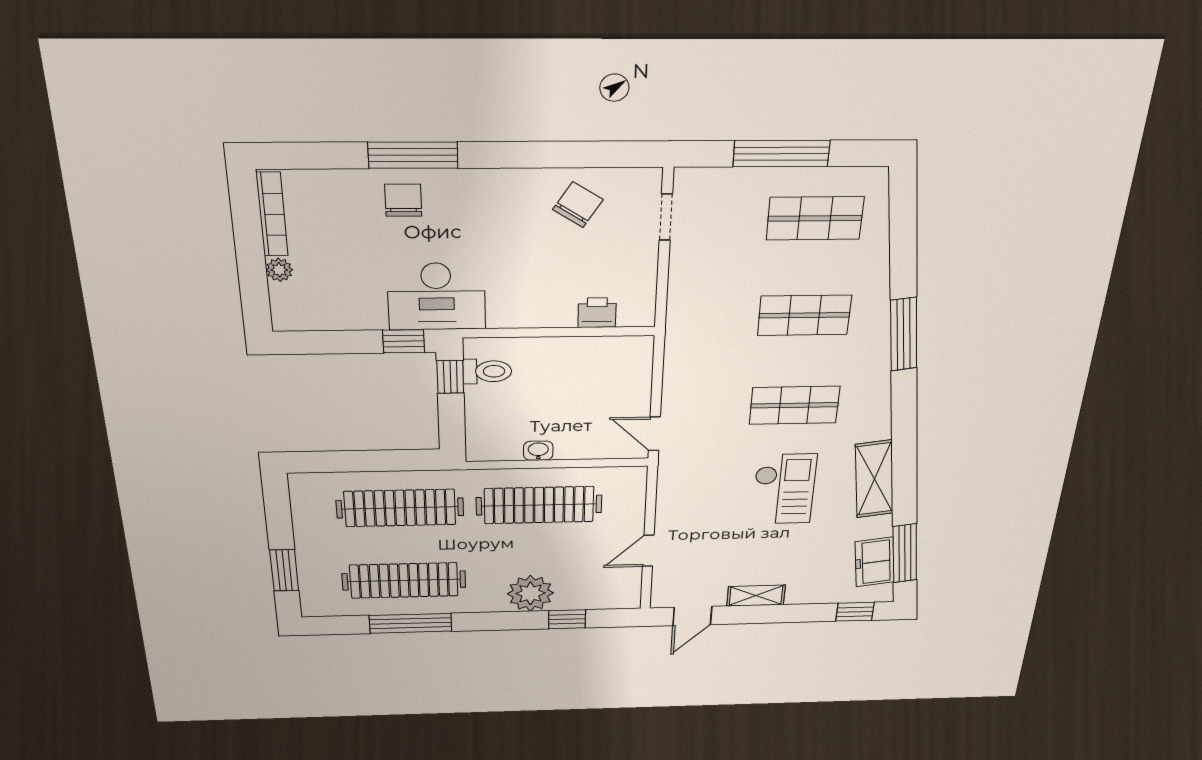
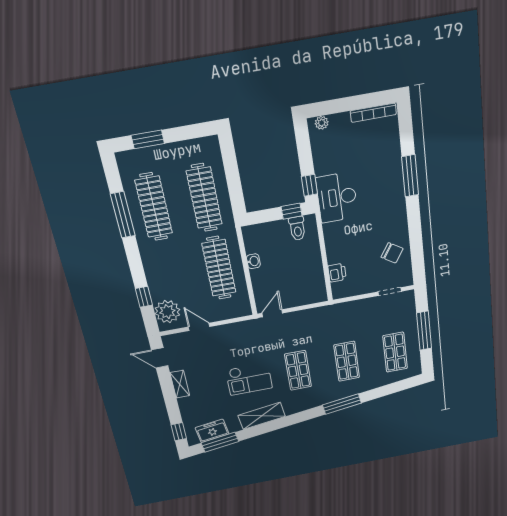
chair: (403, 200) -> (387, 174), removed
plant: (279, 270) -> (322, 123), moved
plant: (530, 593) -> (167, 312), moved

